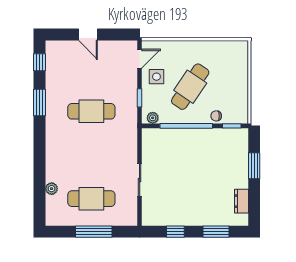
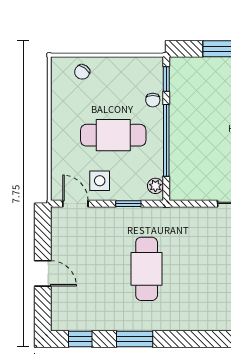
door: (88, 35) -> (43, 273), hinge flipped
chair: (237, 64) -> (82, 72), added
cafe table: (190, 87) -> (113, 135), turned -34

